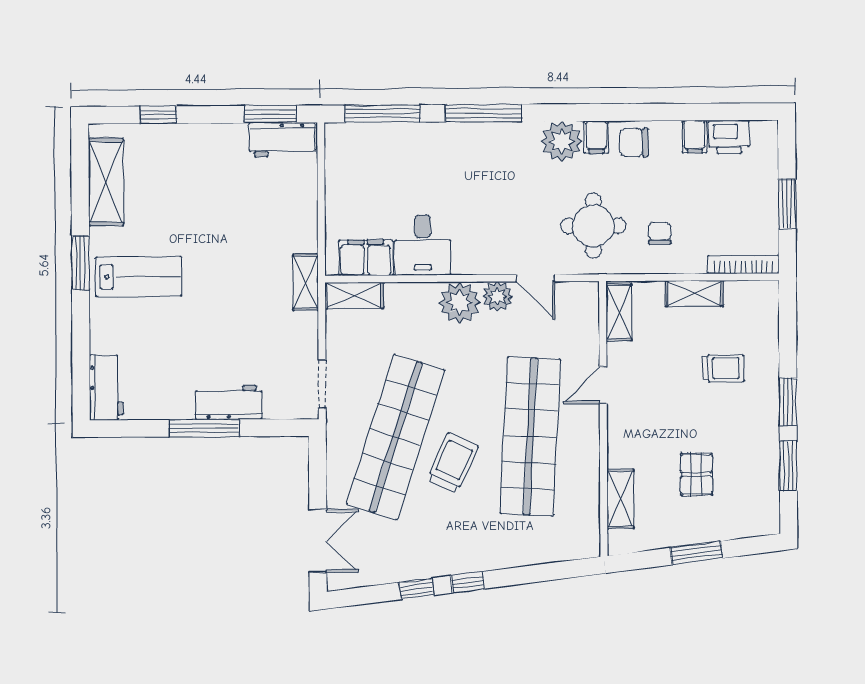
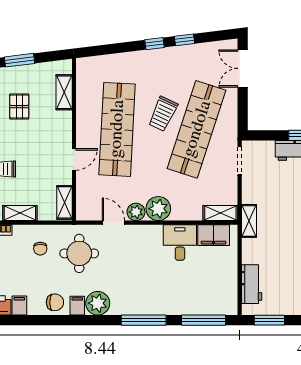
workbench: (282, 140) -> (252, 284), moved, turned 90

